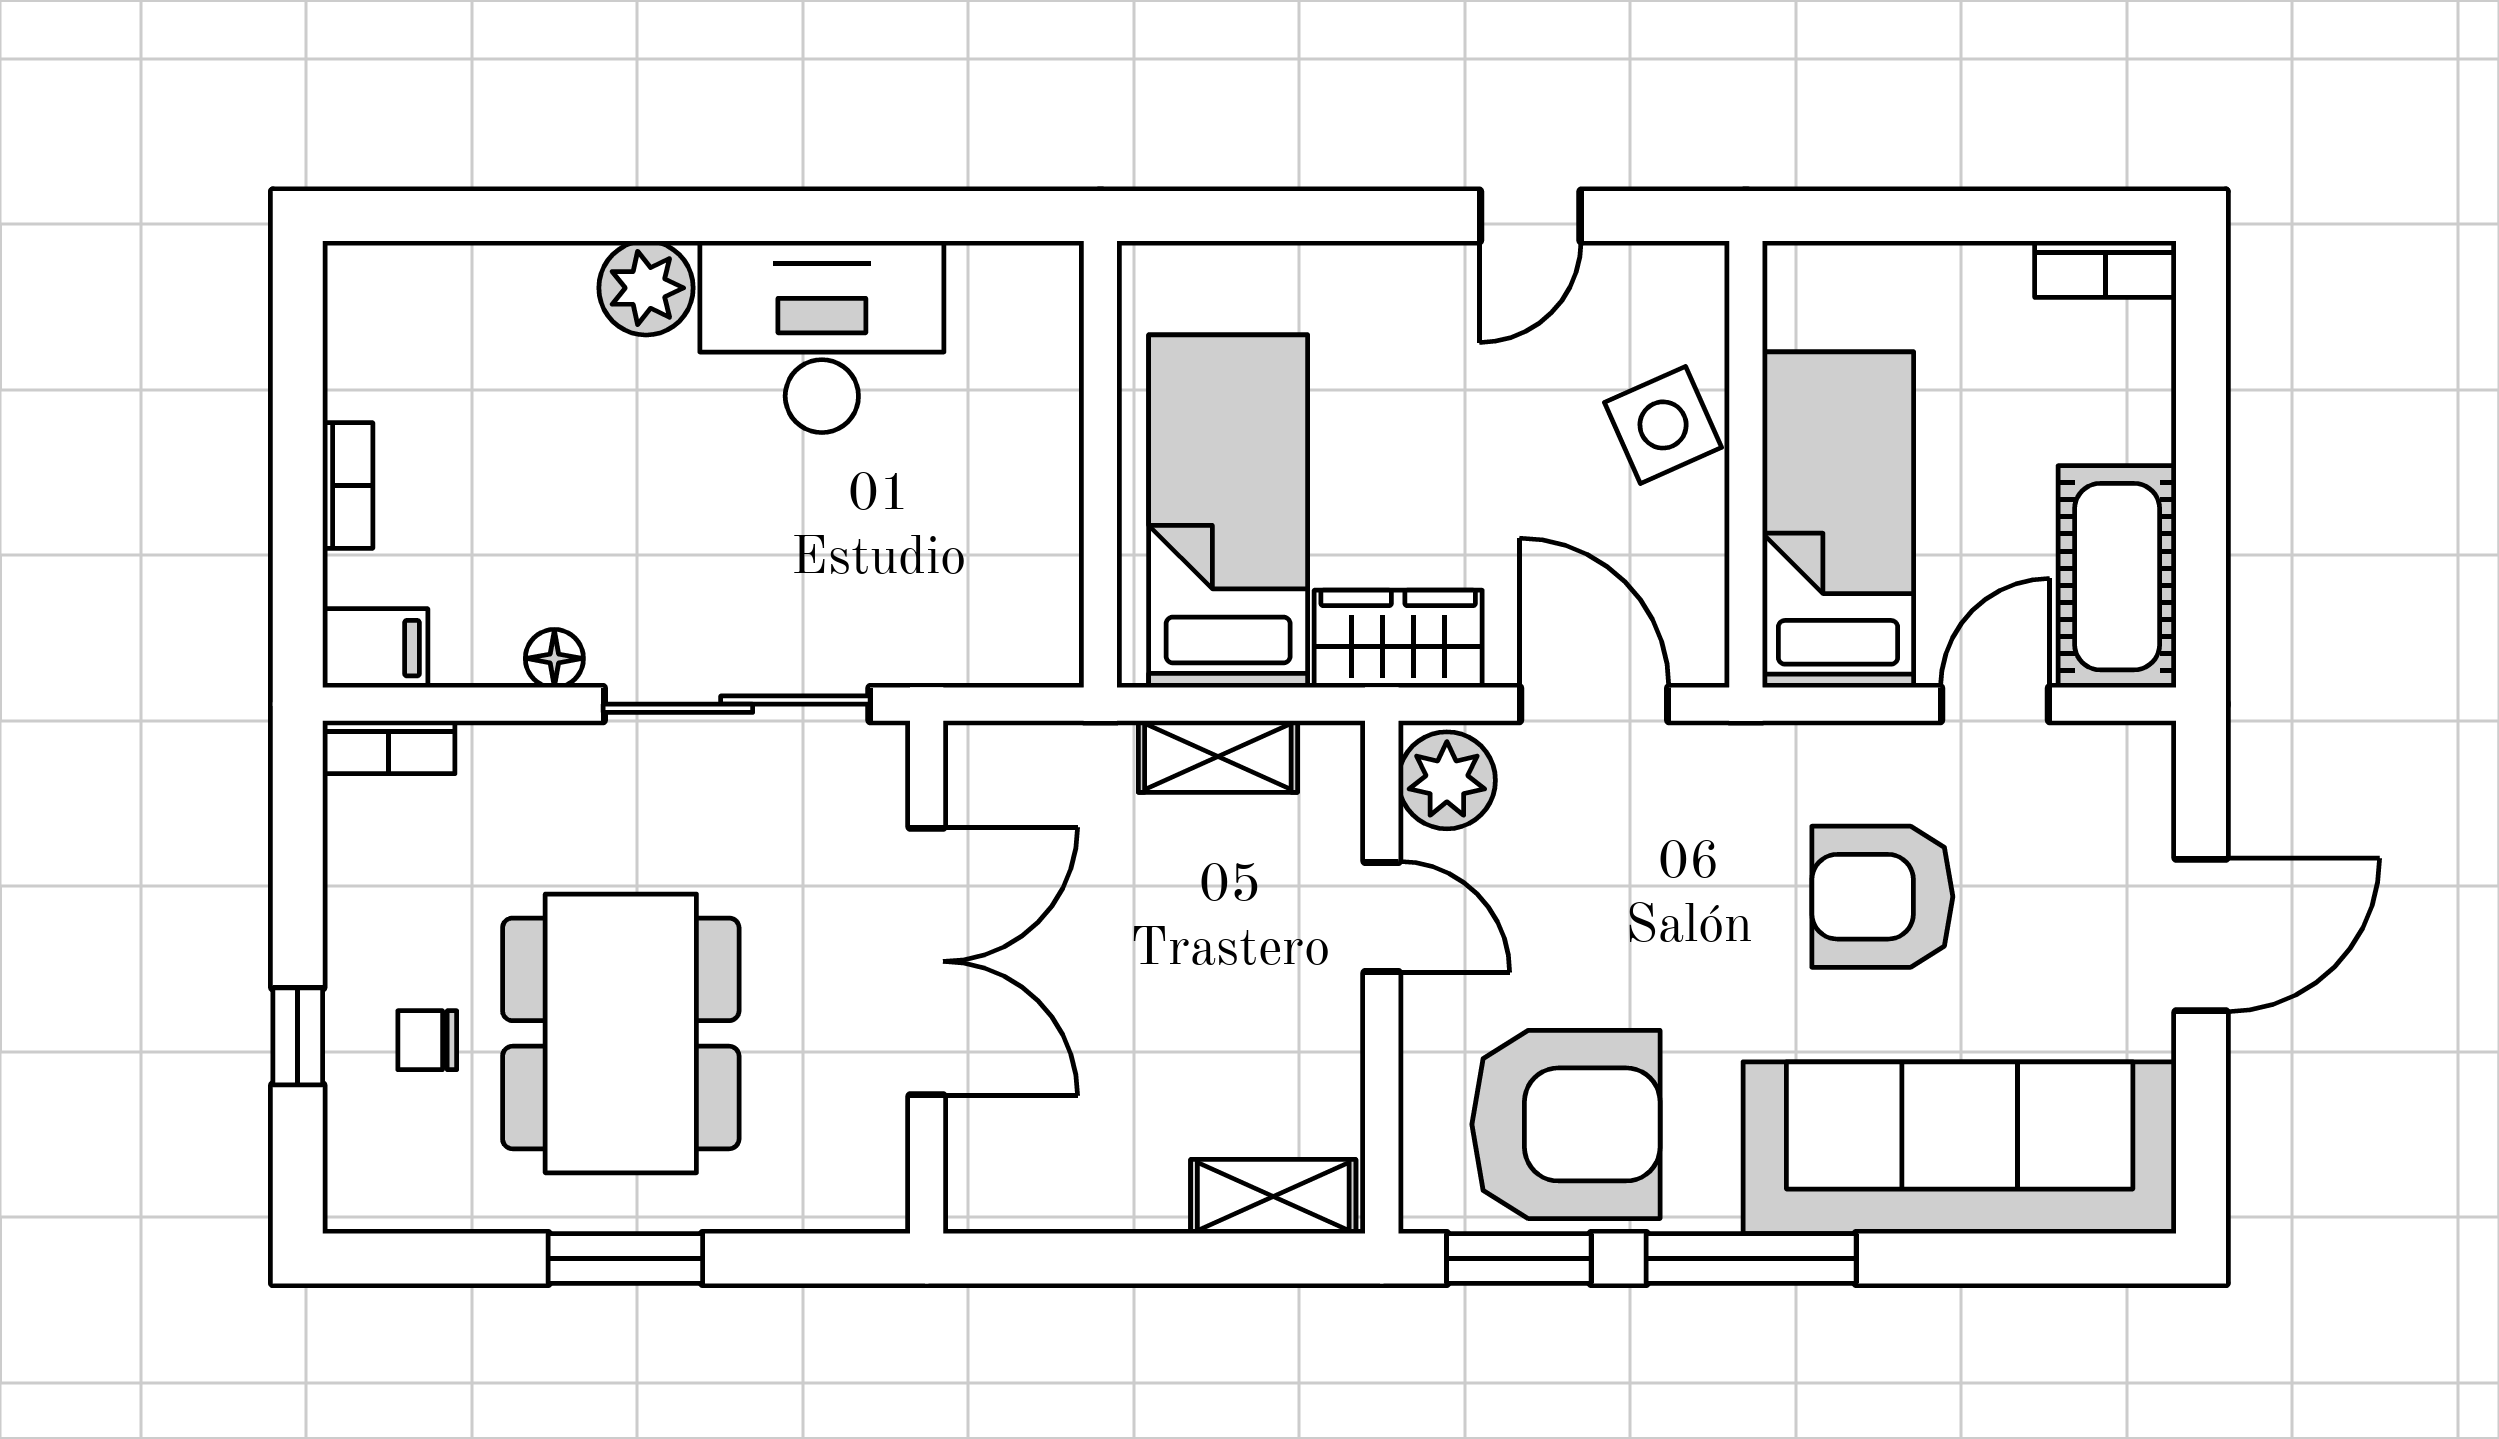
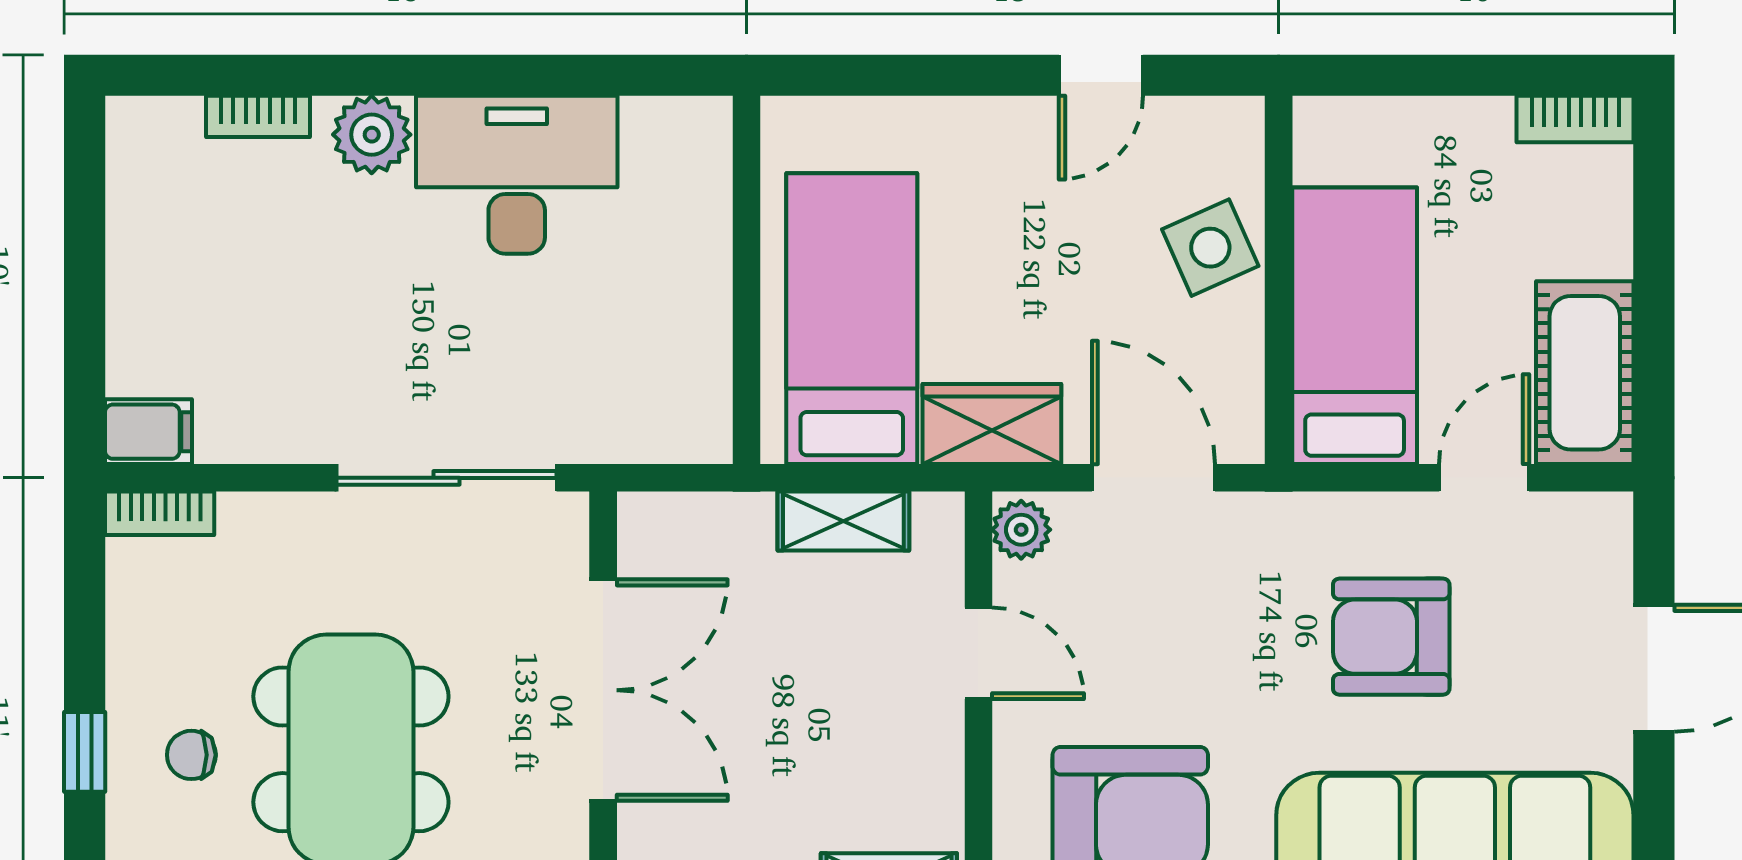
bookcase: (348, 486) -> (258, 116), moved, turned 90
floor lamp: (554, 658) -> (296, 440), removed
plant: (1447, 780) -> (1021, 530), width x0.73, depth x0.73

